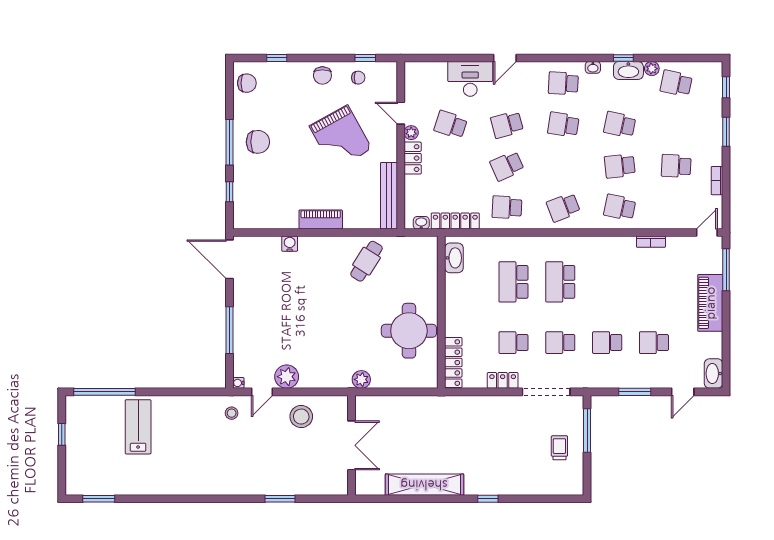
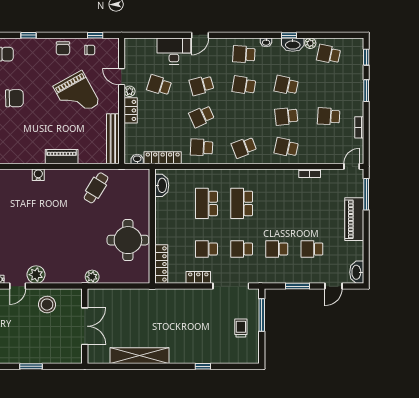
window: (488, 499) -> (203, 366), moved

